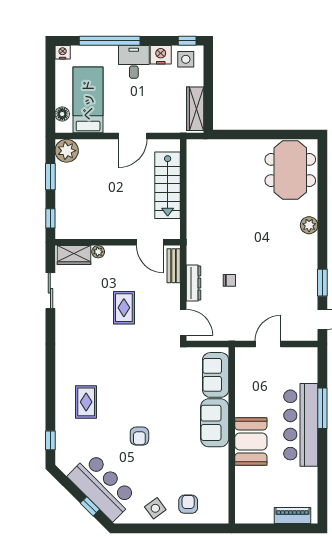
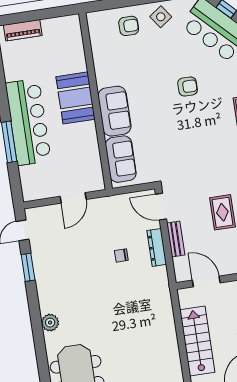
bench: (174, 266) -> (176, 239), moved
armchair: (139, 436) -> (188, 86), turned 90
armchair: (188, 504) -> (129, 26), turned -90

